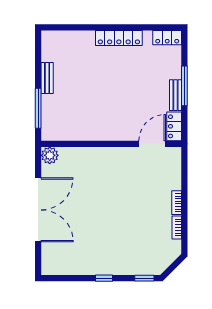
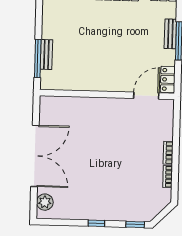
bench: (47, 78) -> (46, 55), moved
bench: (176, 95) -> (170, 34), moved
plant: (50, 155) -> (45, 202), moved

